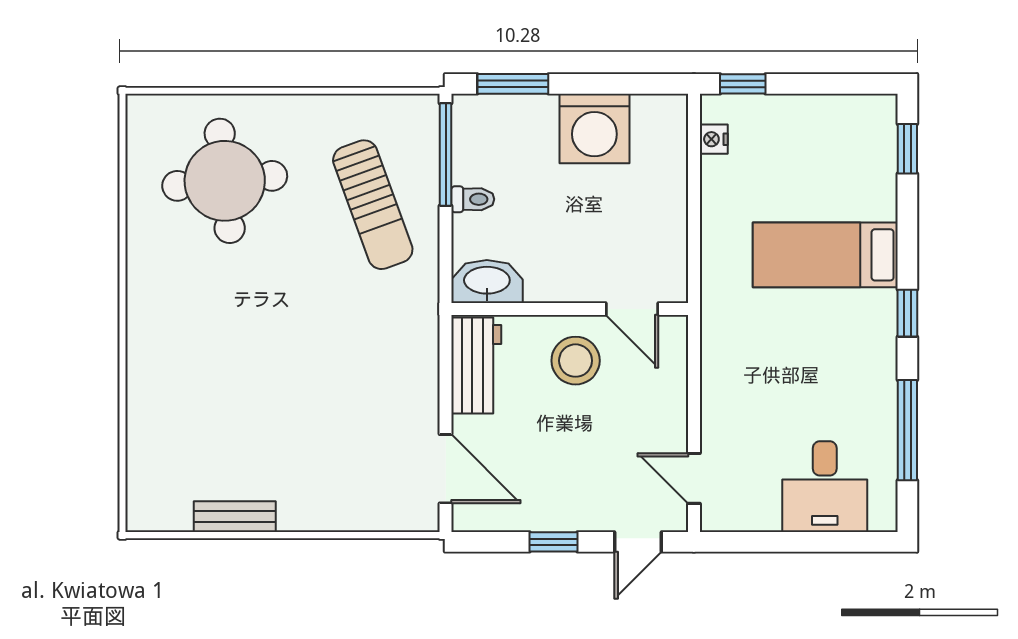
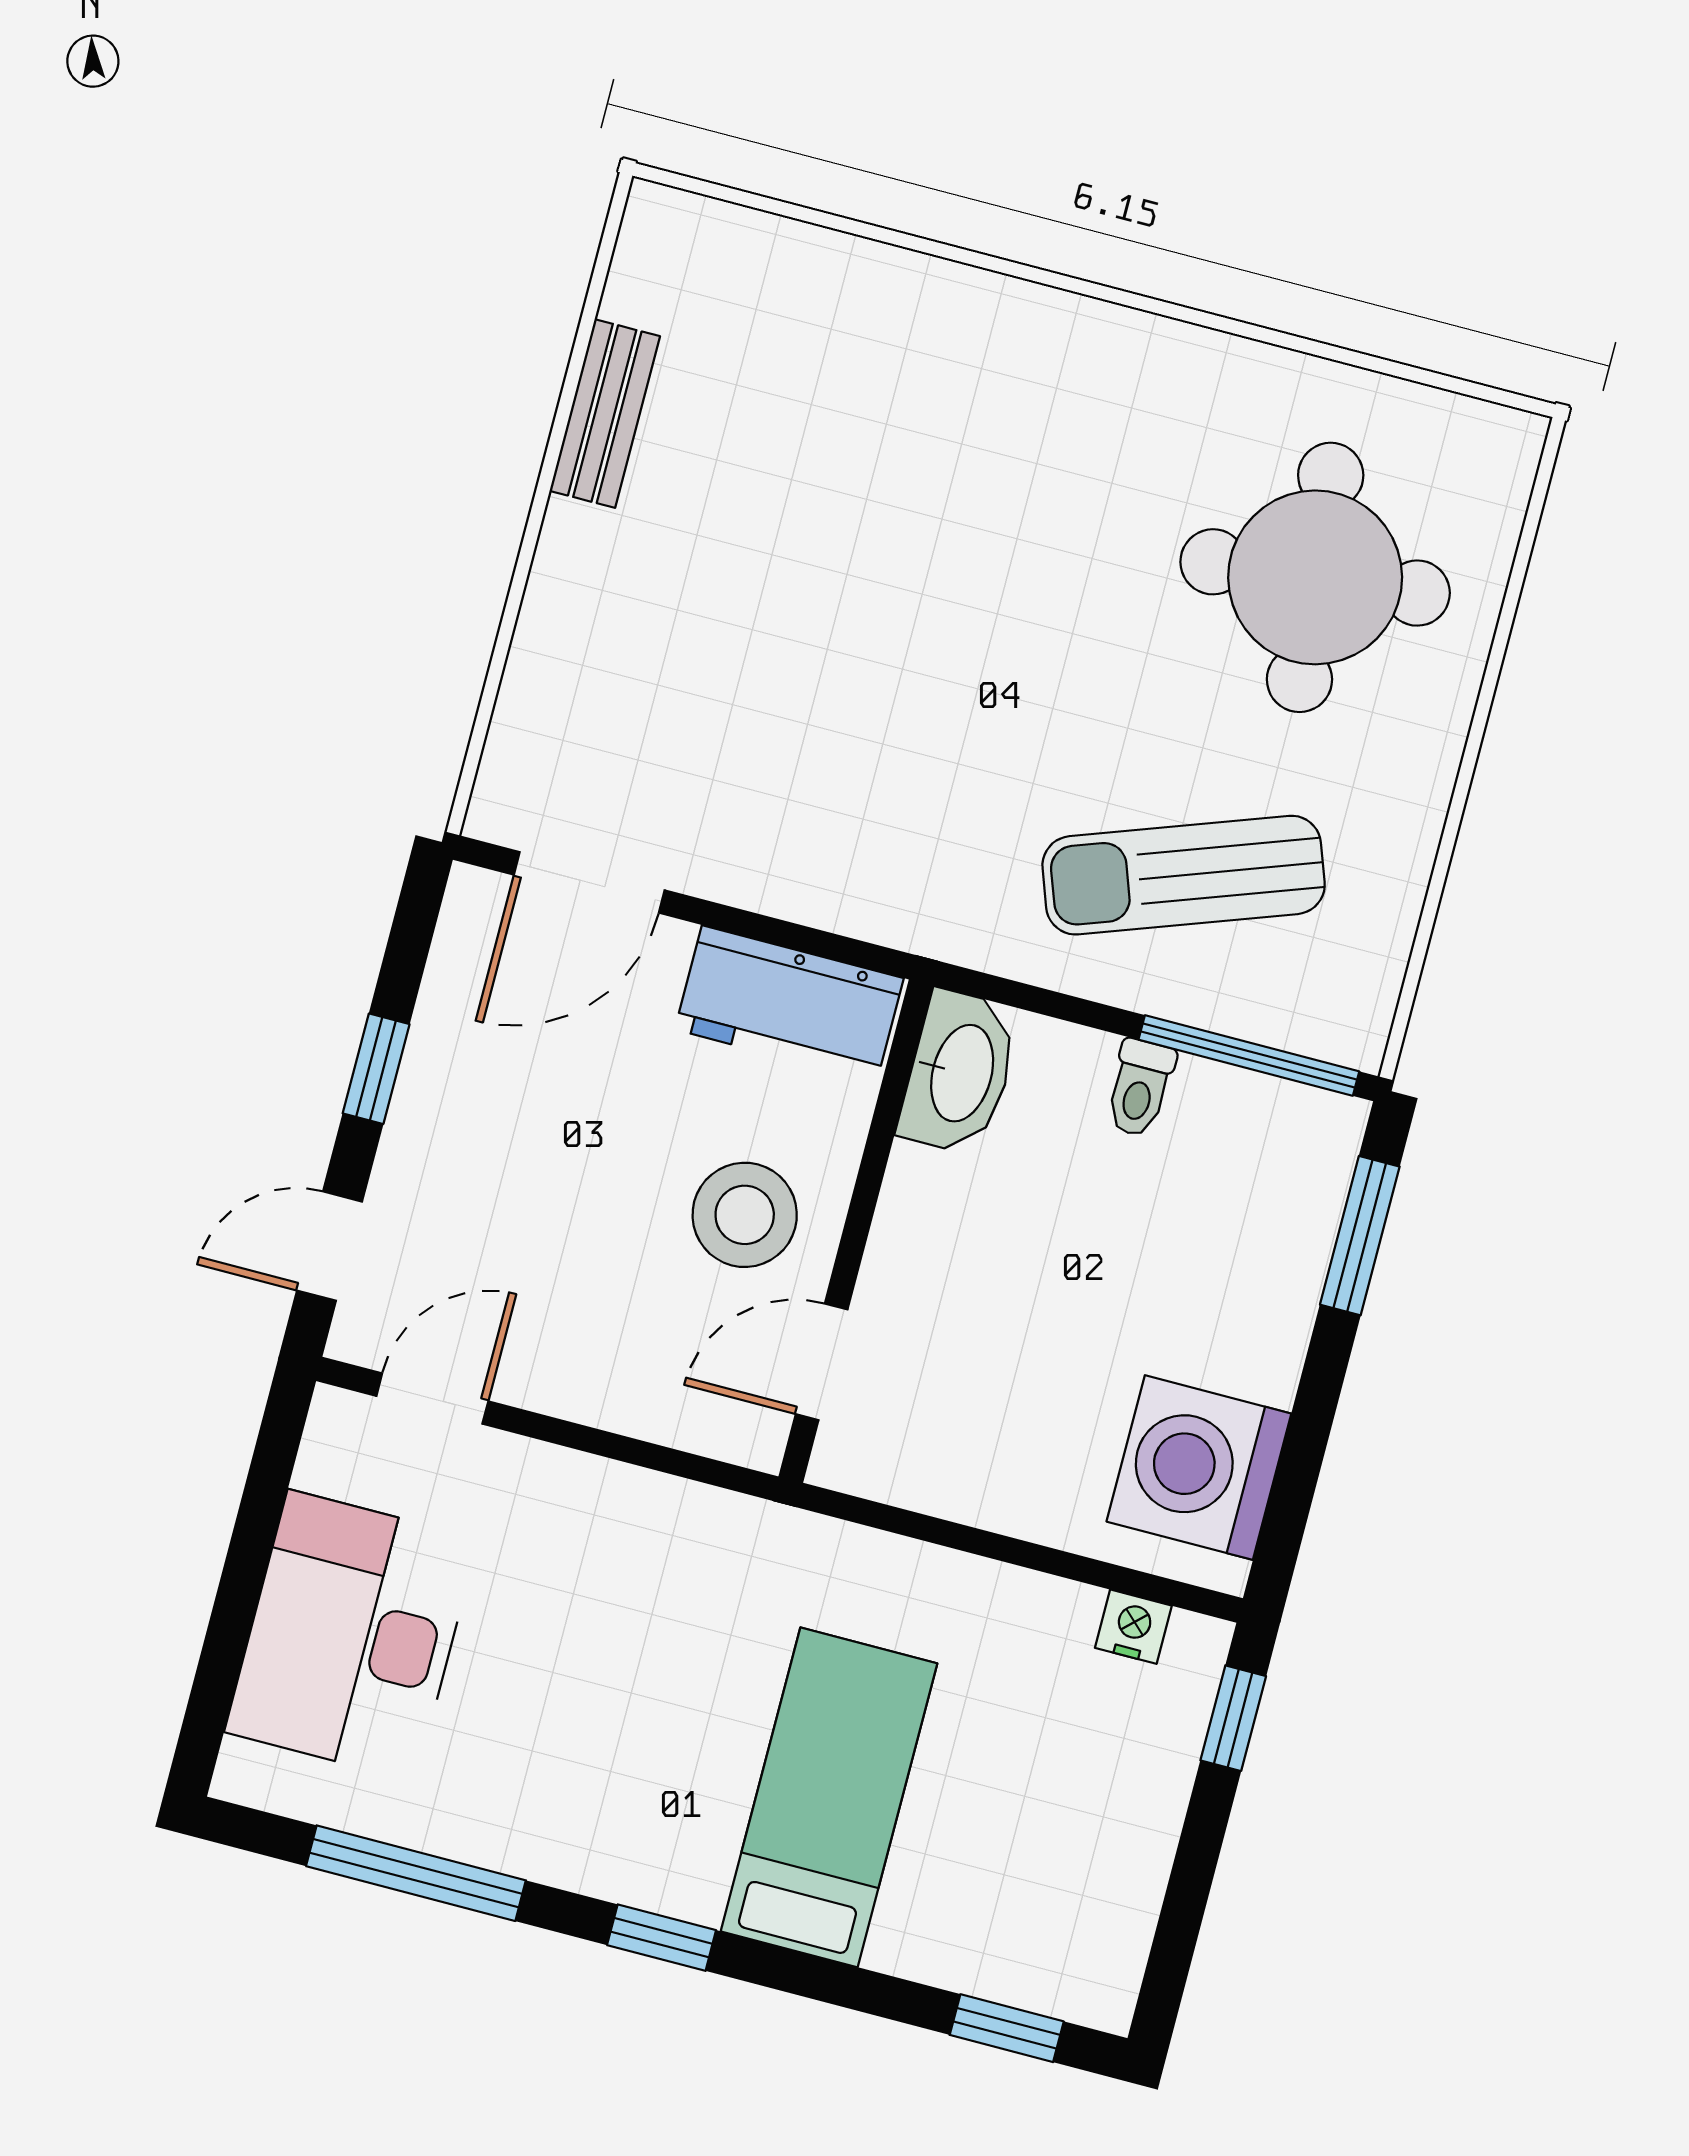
washing machine: (594, 129) -> (1199, 1468), moved
desk: (825, 487) -> (351, 1635), width x1.37
door: (638, 542) -> (330, 1246), hinge flipped

